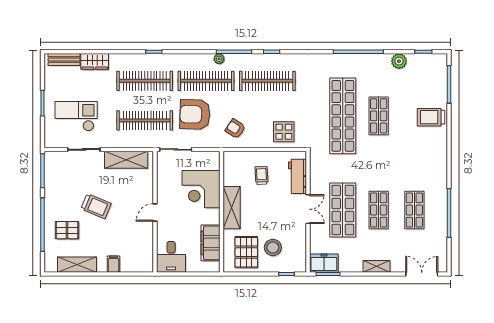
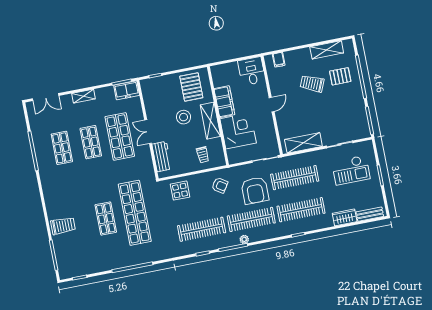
plant: (399, 61) -> (98, 266), removed
armchair: (195, 114) -> (255, 190), turned 88
trolley: (261, 175) -> (203, 155), moved
trolley: (96, 206) -> (312, 84), moved
filing cabinet: (210, 243) -> (224, 102), moved
stool: (273, 247) -> (184, 117), moved
filing cabinet: (113, 264) -> (279, 60), moved

